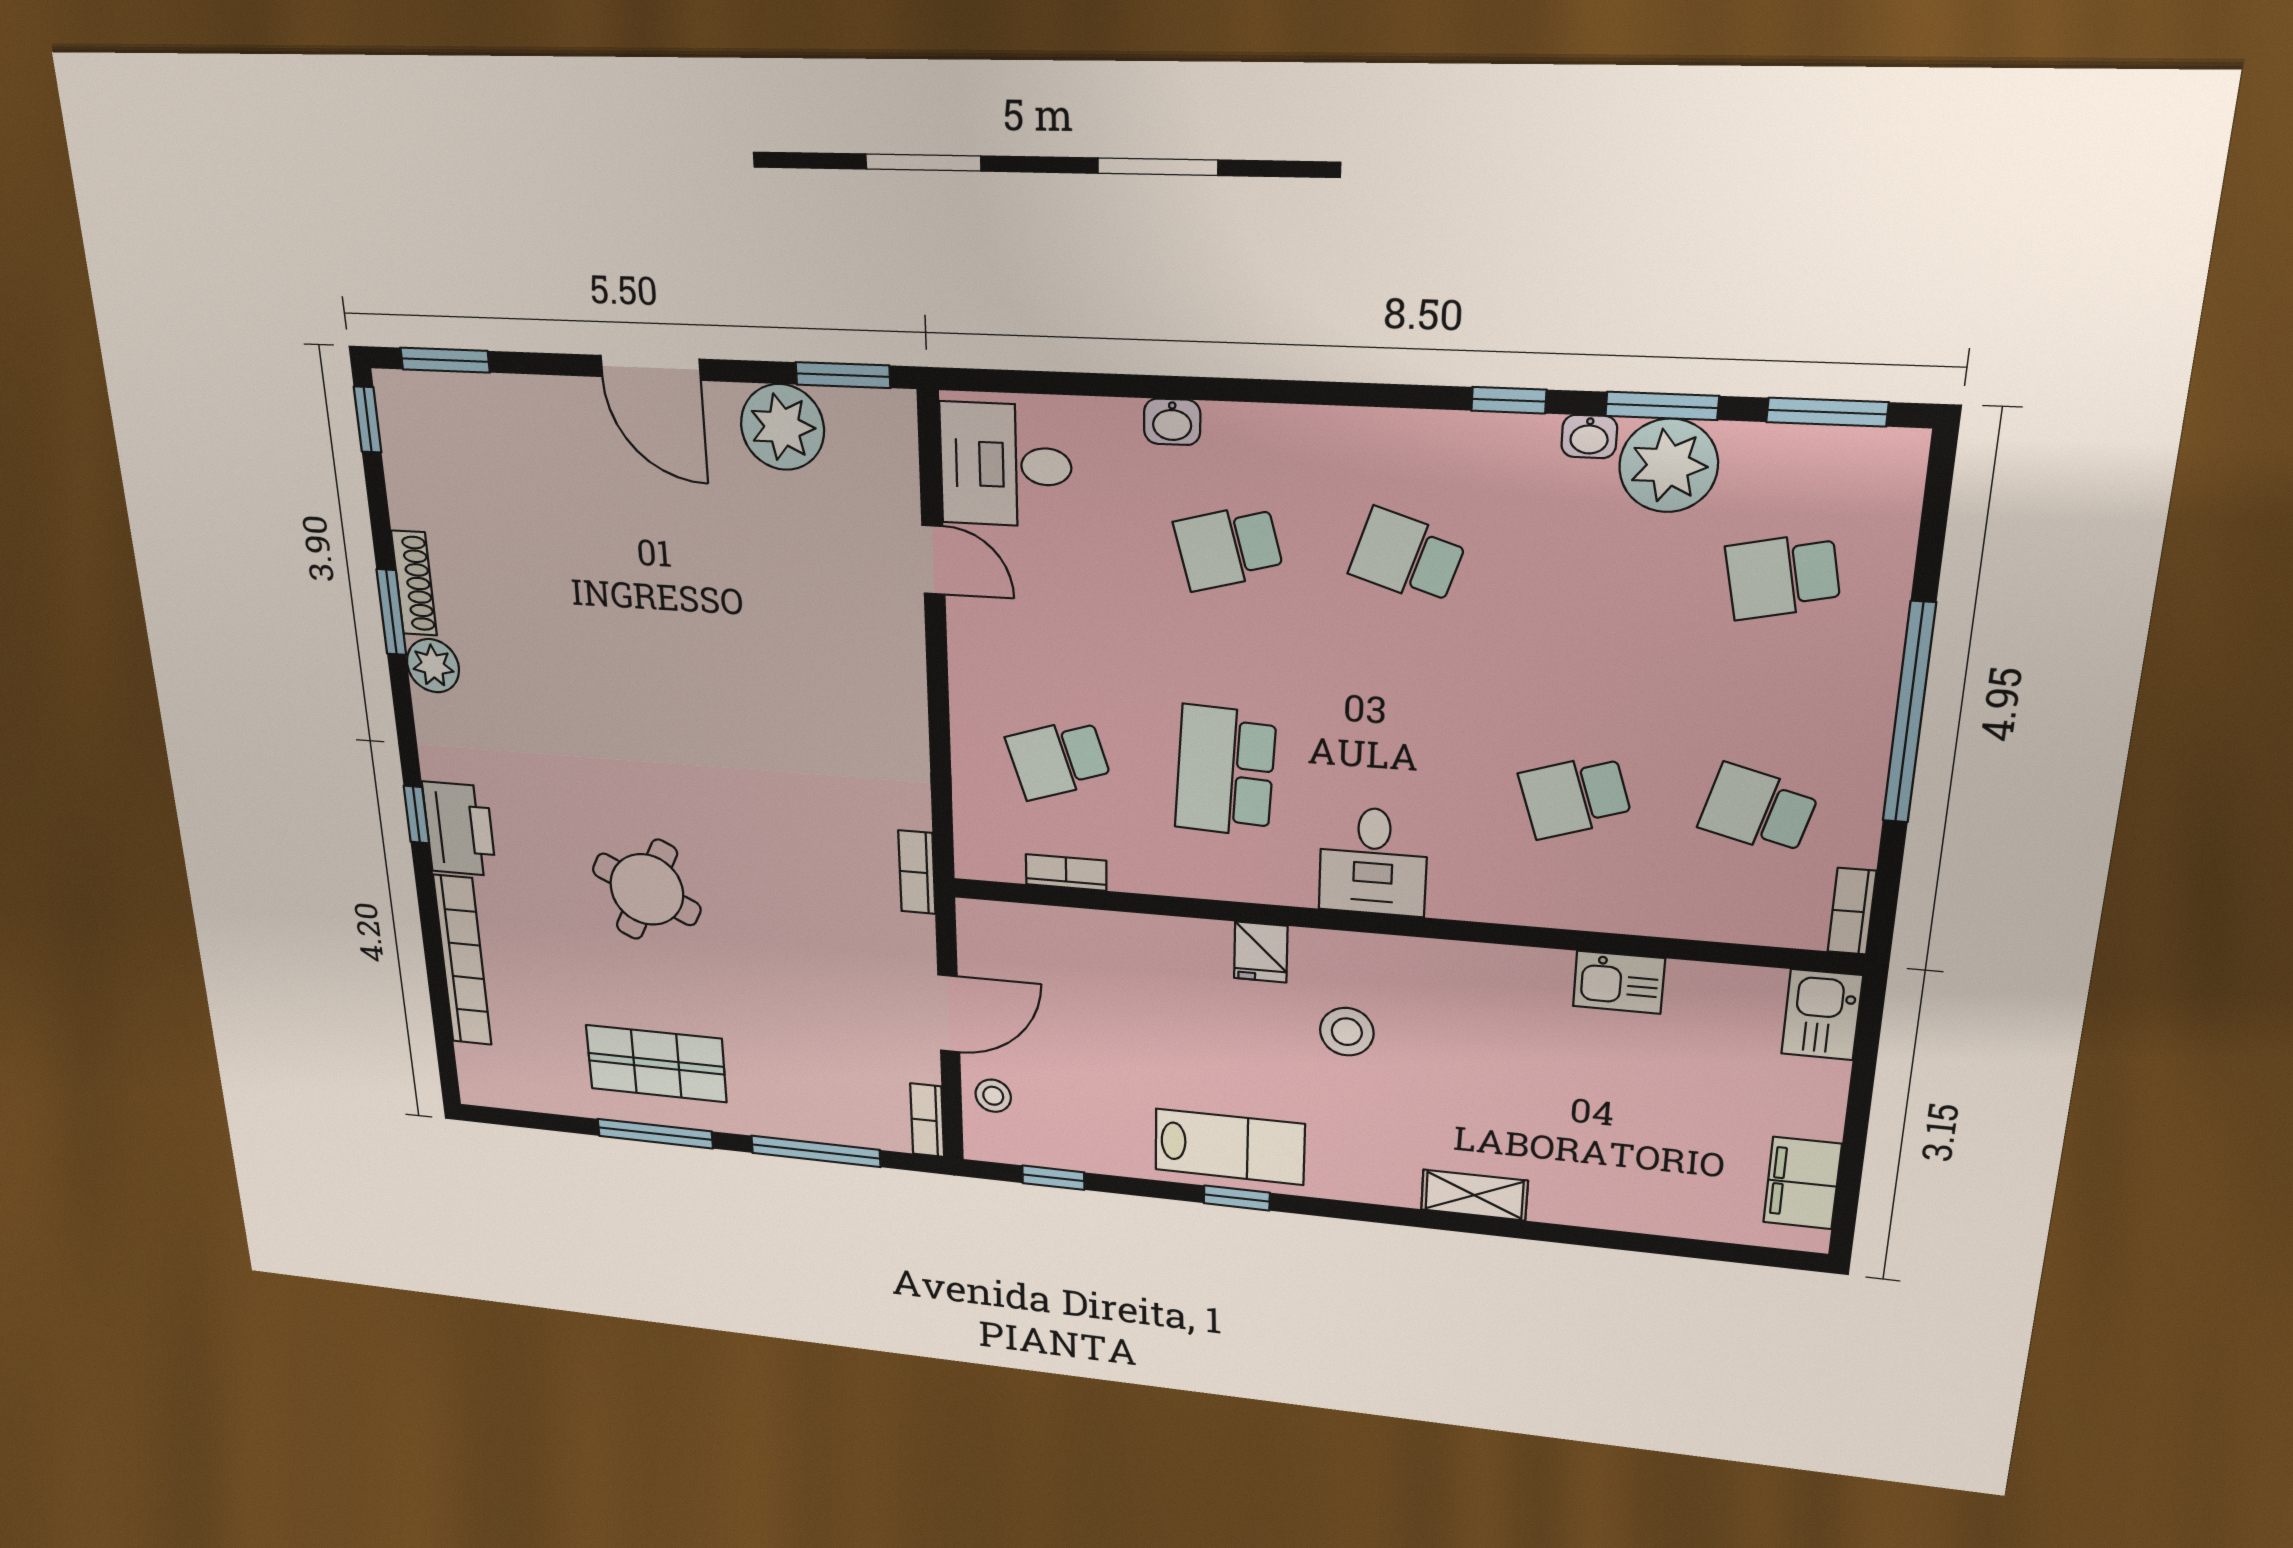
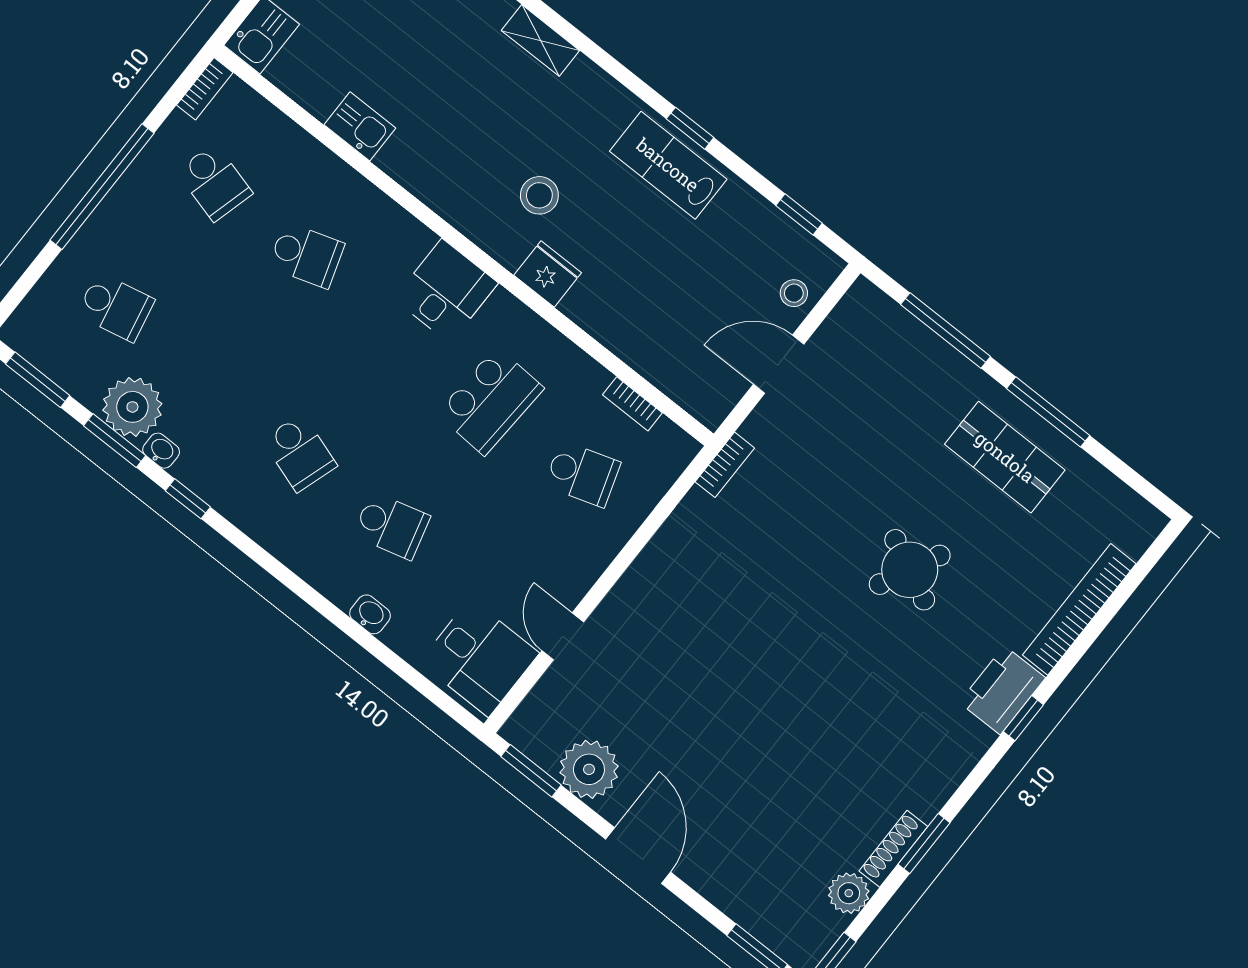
plant: (433, 666) -> (849, 893), moved
fridge: (1261, 952) -> (548, 274), width x1.38
bookcase: (927, 1120) -> (851, 304), removed

